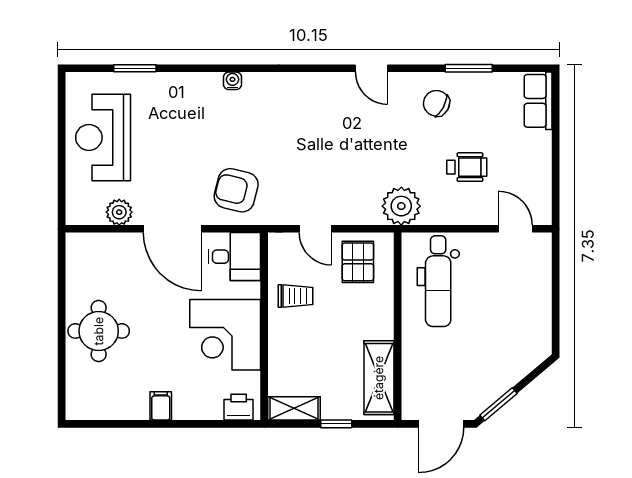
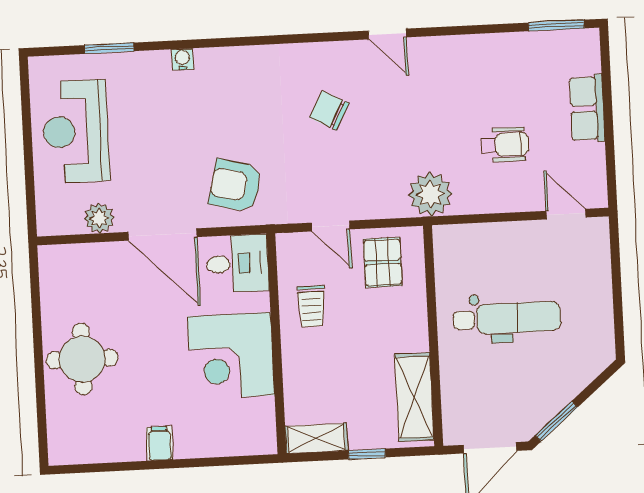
window: (469, 68) -> (556, 25), moved
water cooler: (232, 81) -> (182, 59), moved
row of seats: (538, 101) -> (587, 108), moved
chair: (436, 103) -> (329, 110), moved
dental chair: (438, 281) -> (507, 318), moved, turned -90
trolley: (296, 296) -> (311, 306), turned 90
printer: (239, 407) -> (251, 440), removed

